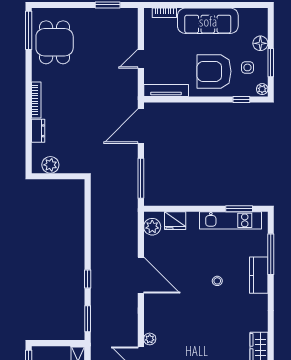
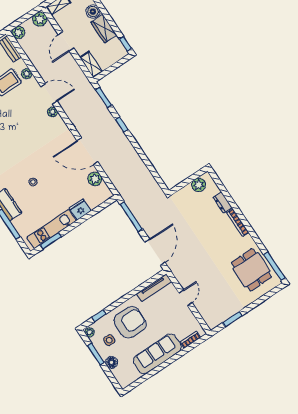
fridge: (175, 221) -> (80, 209), moved
plant: (152, 227) -> (95, 179), moved

